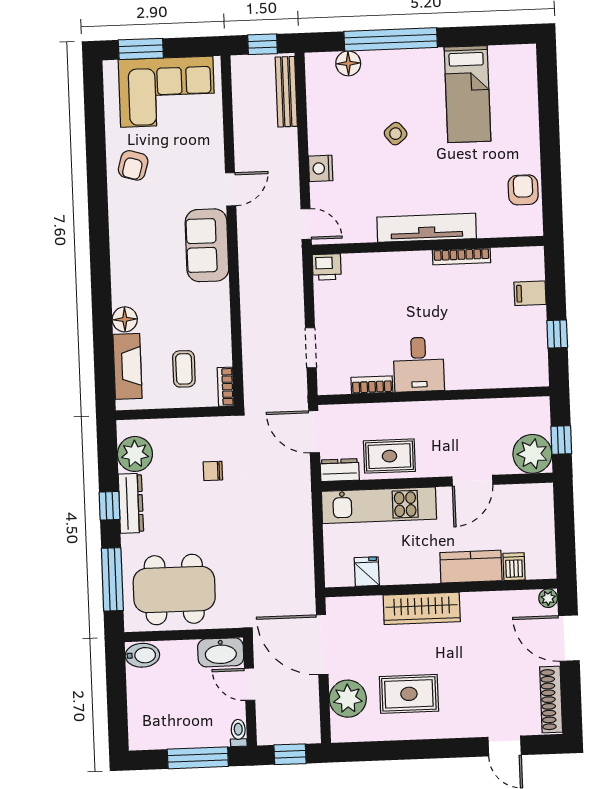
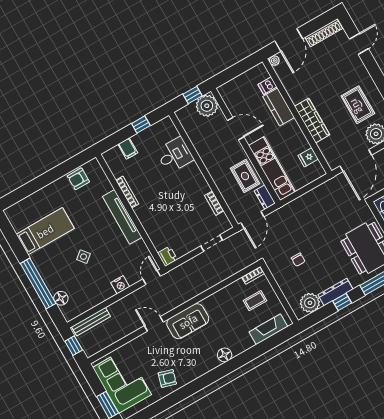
floor lamp: (125, 319) -> (225, 355), moved
desk: (419, 364) -> (175, 155), moved

